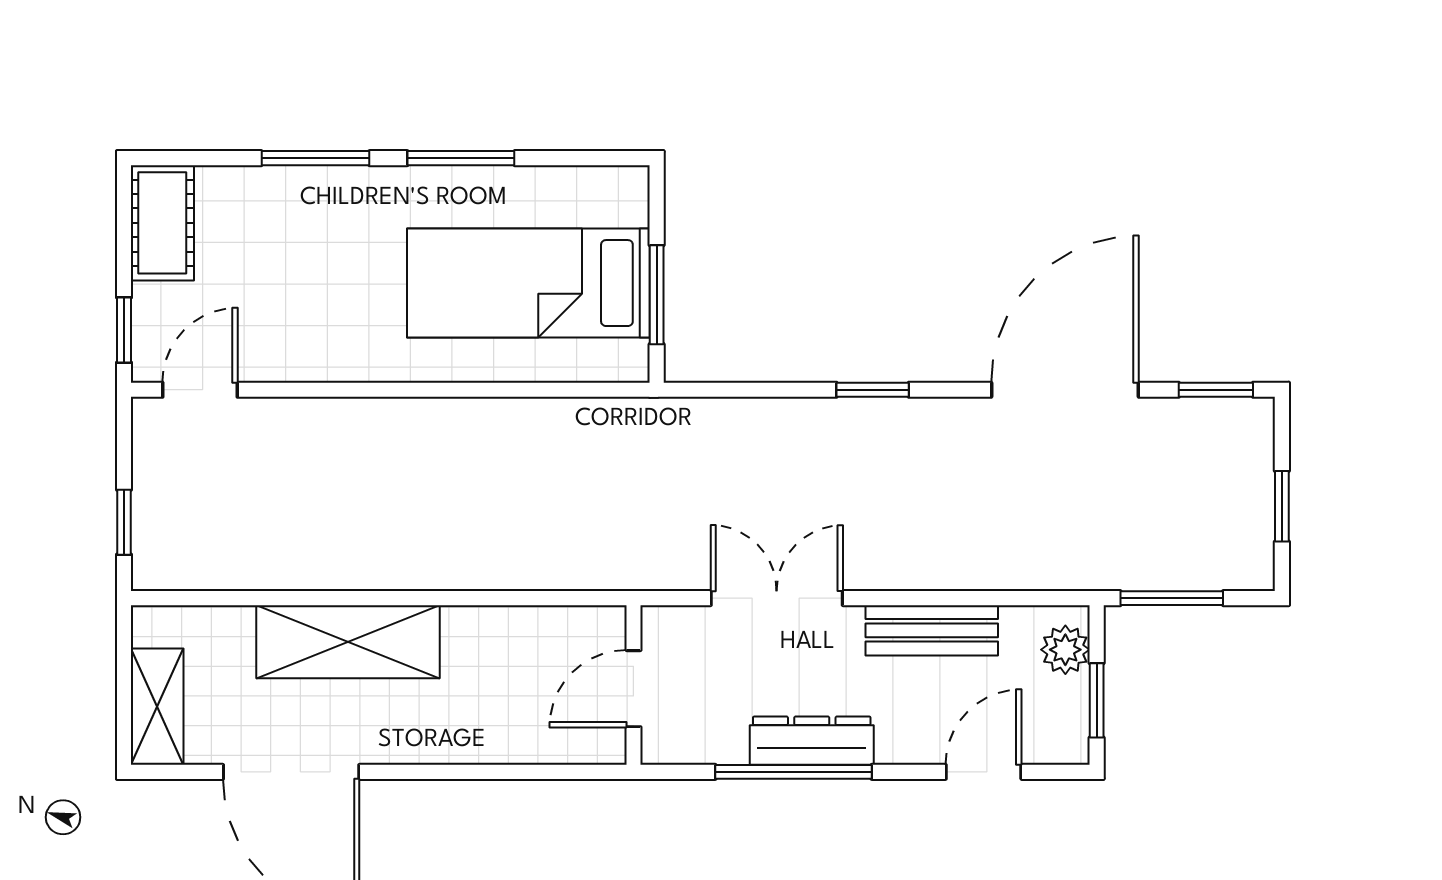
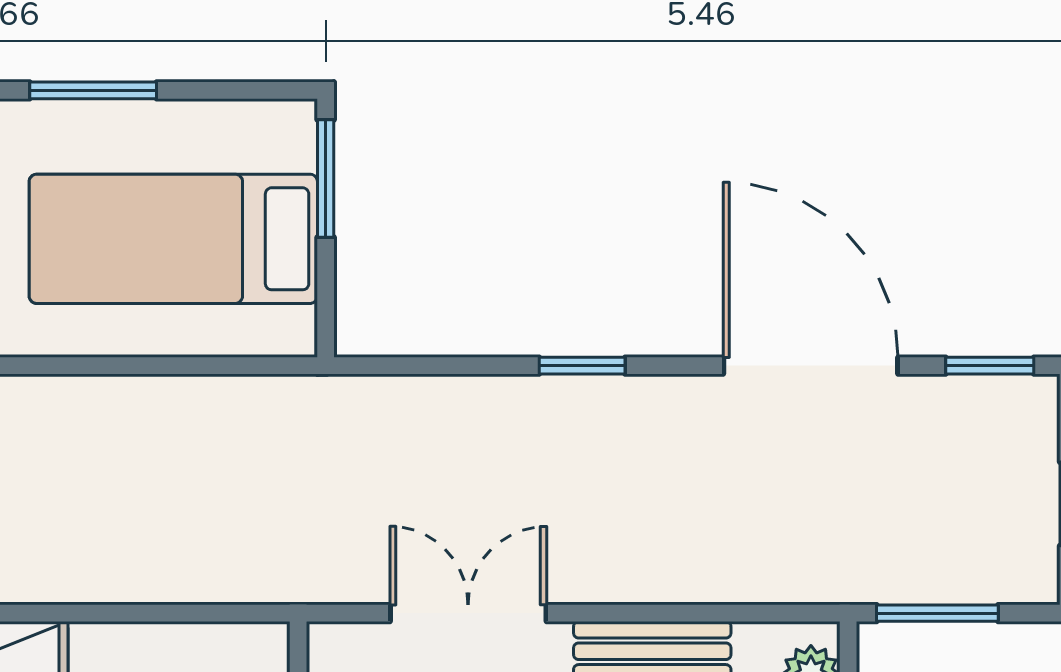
window: (657, 295) -> (326, 178), moved
door: (1065, 390) -> (811, 366), hinge flipped

